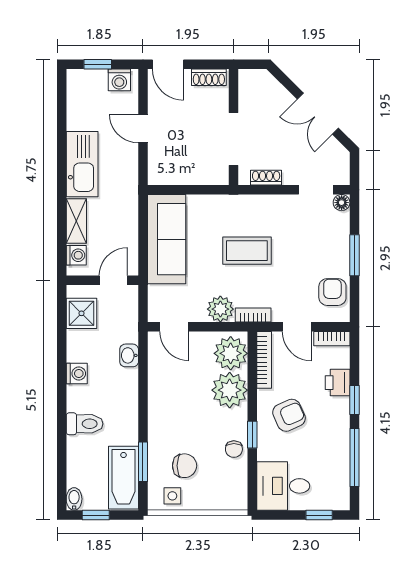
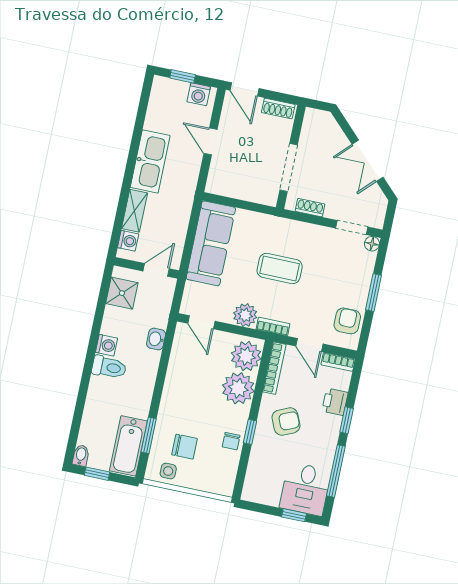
toilet: (85, 424) -> (109, 367), moved
desk: (283, 486) -> (305, 489), moved, turned -90

